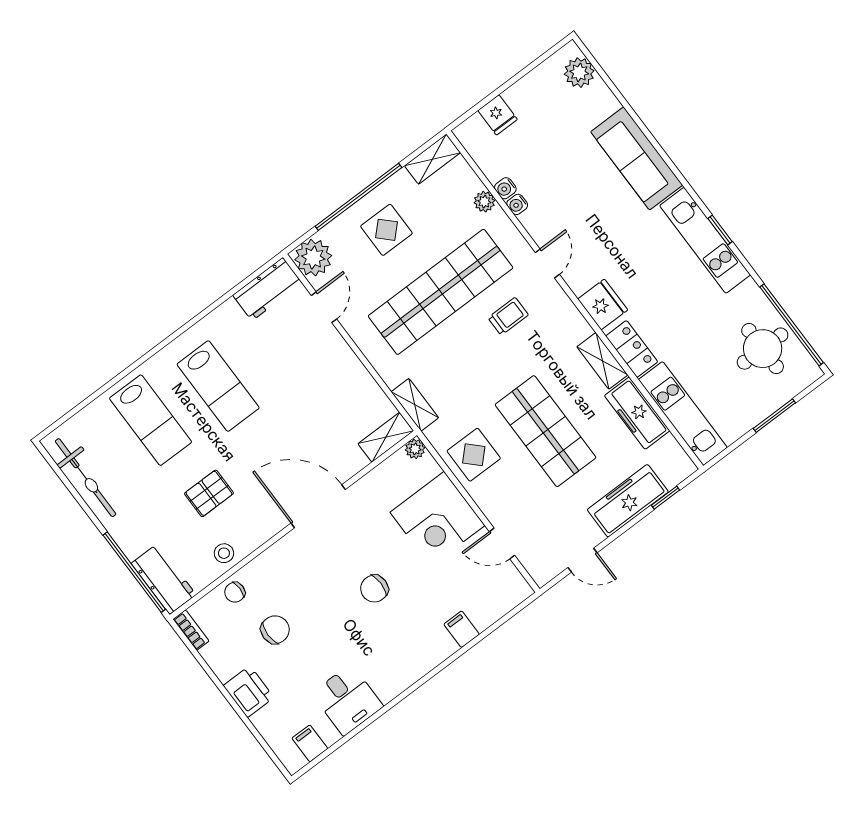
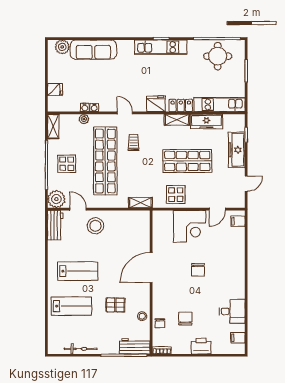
sofa: (637, 158) -> (93, 50), moved
stool: (318, 358) -> (95, 226), added
shelving: (386, 437) -> (144, 223), removed
plant: (415, 449) -> (157, 215), removed
bicycle: (86, 478) -> (81, 349), width x0.73, depth x0.71
pallet: (209, 493) -> (115, 305), turned 90
filing cabinet: (462, 629) -> (238, 221), moved

